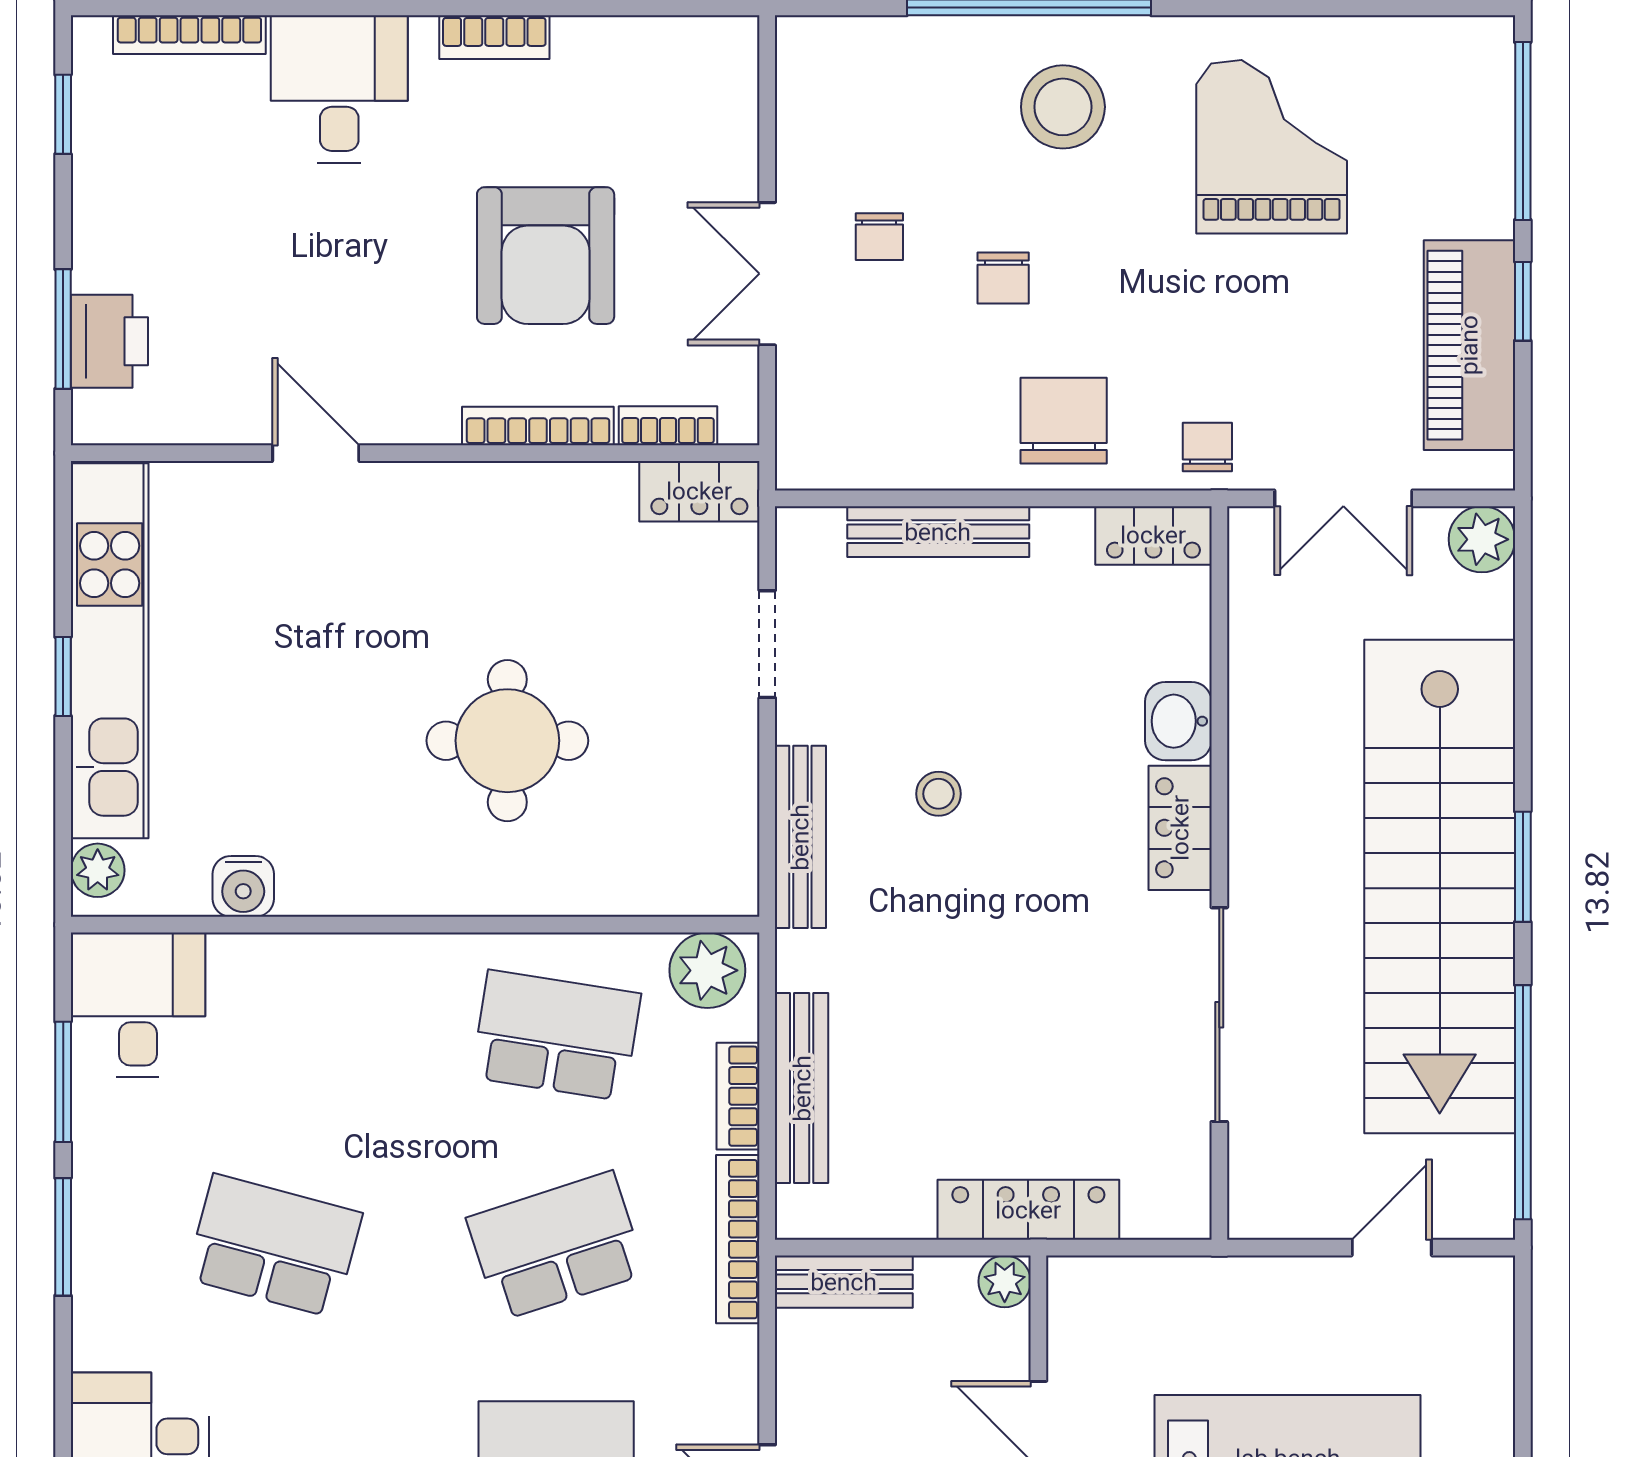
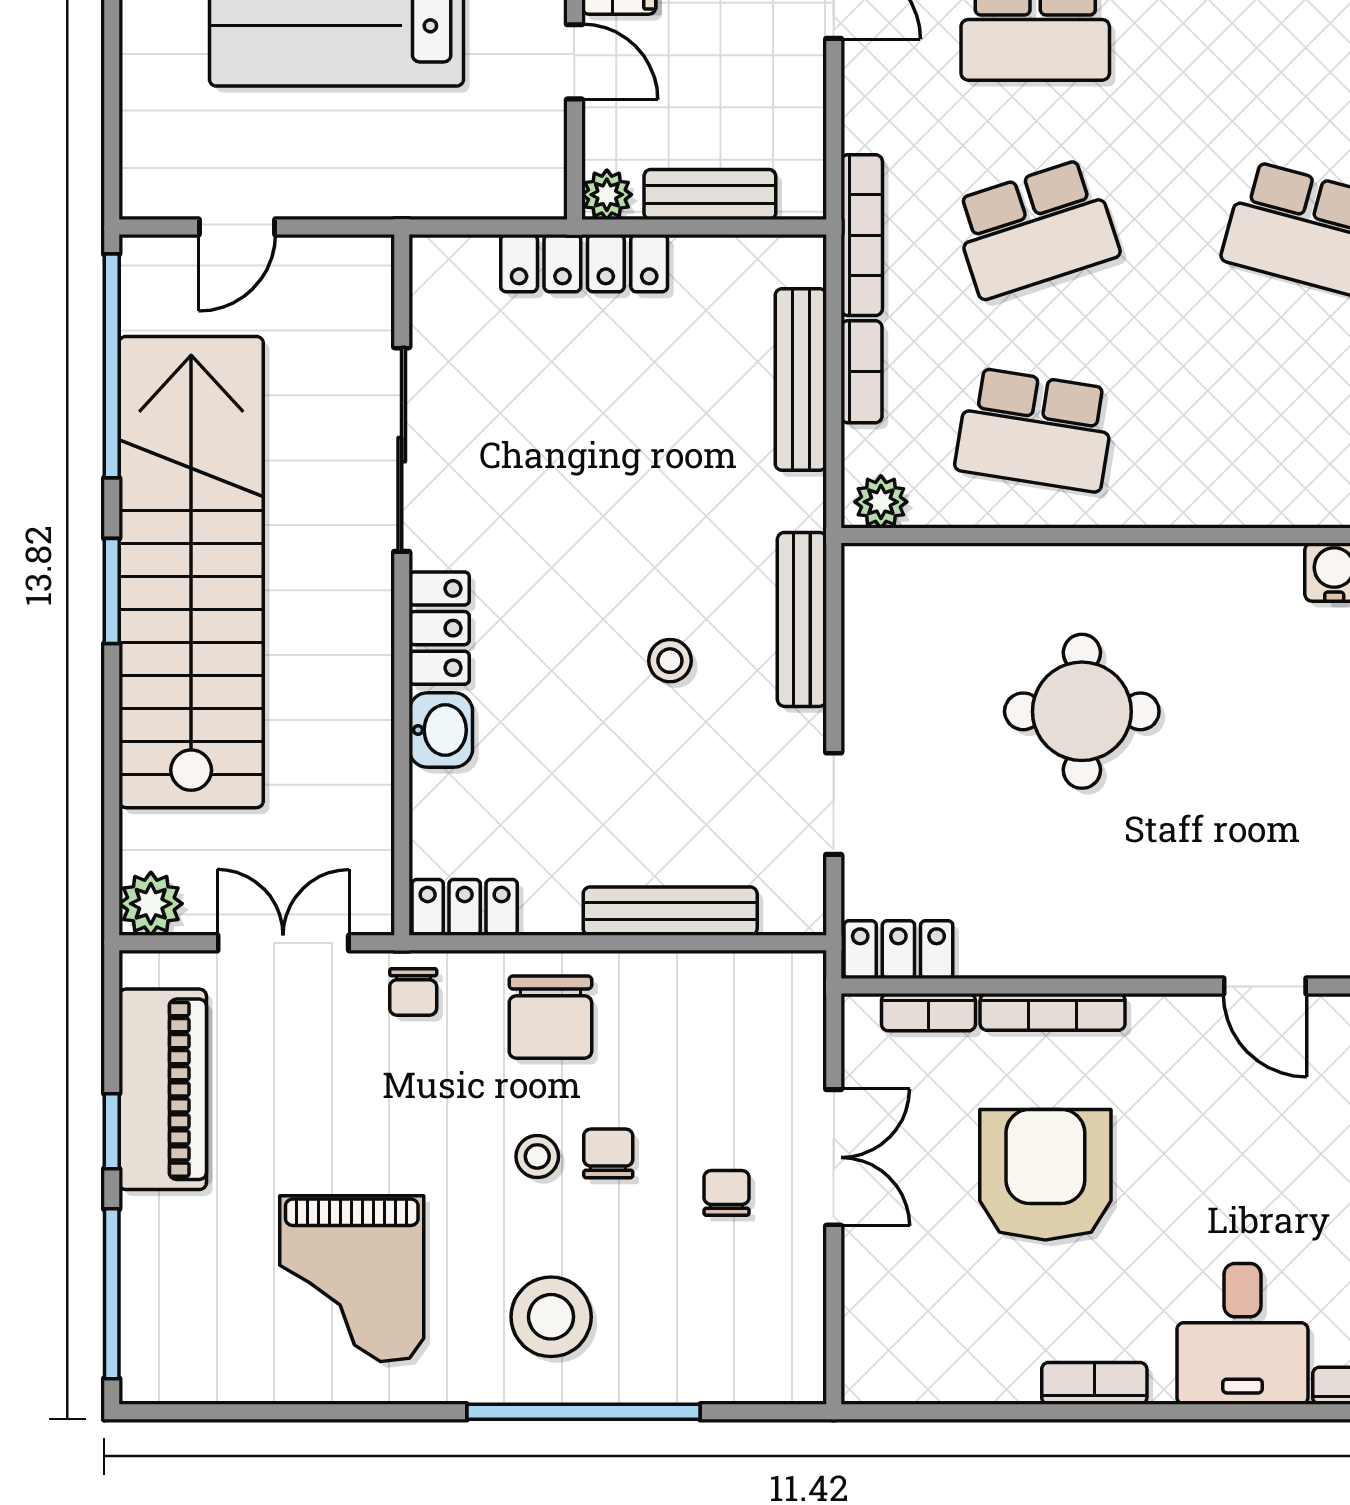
stool: (1077, 275) -> (537, 1156), added
plant: (707, 970) -> (881, 502), width x0.73, depth x0.73
bench: (844, 1282) -> (710, 195), moved

